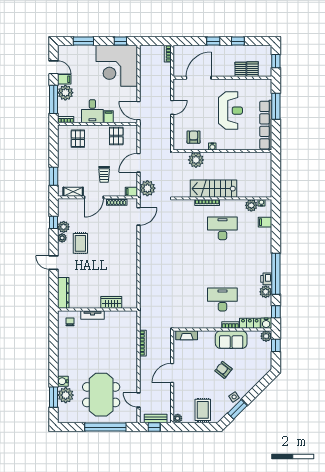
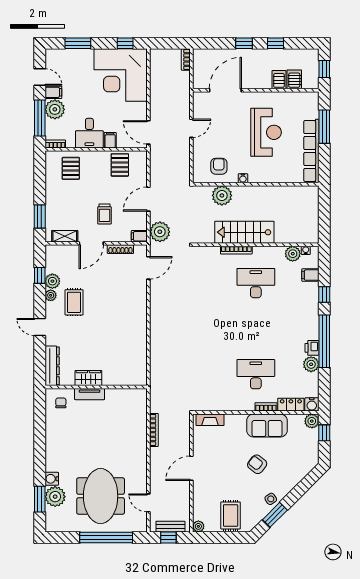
wardrobe: (111, 302) -> (88, 378), moved
window: (276, 312) -> (324, 295), moved

